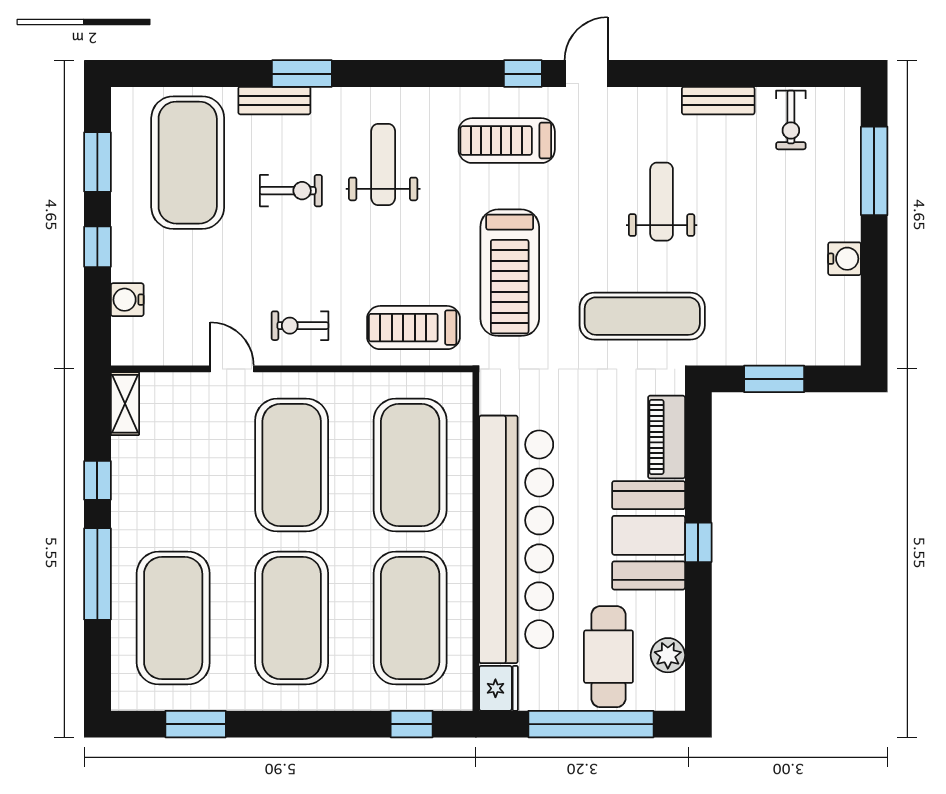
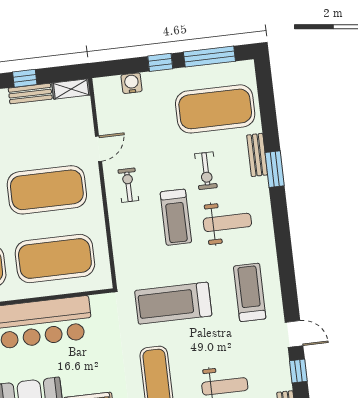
window: (523, 74) -> (298, 371), moved
window: (97, 162) -> (209, 57), width x1.44
treadmill: (414, 328) -> (176, 217), moved, turned 180
bench: (125, 474) -> (30, 94), added

